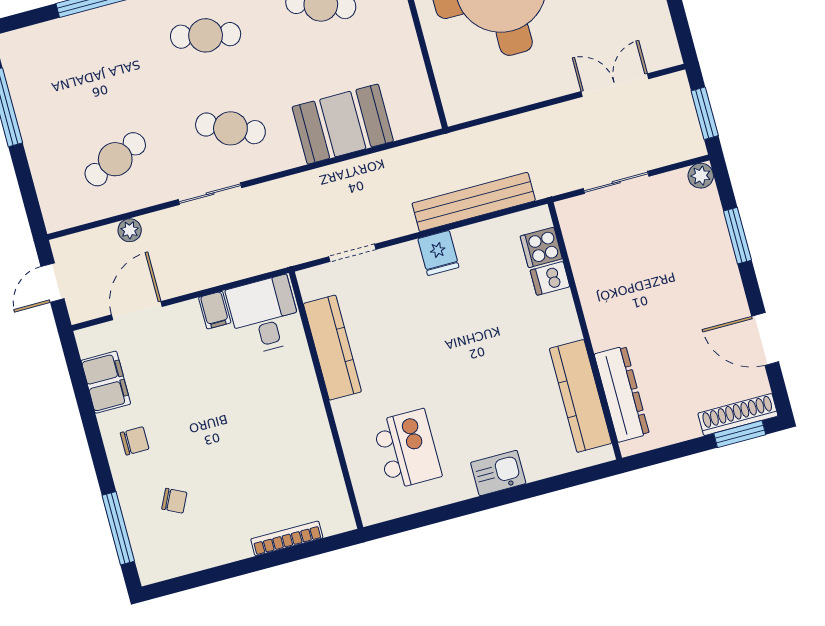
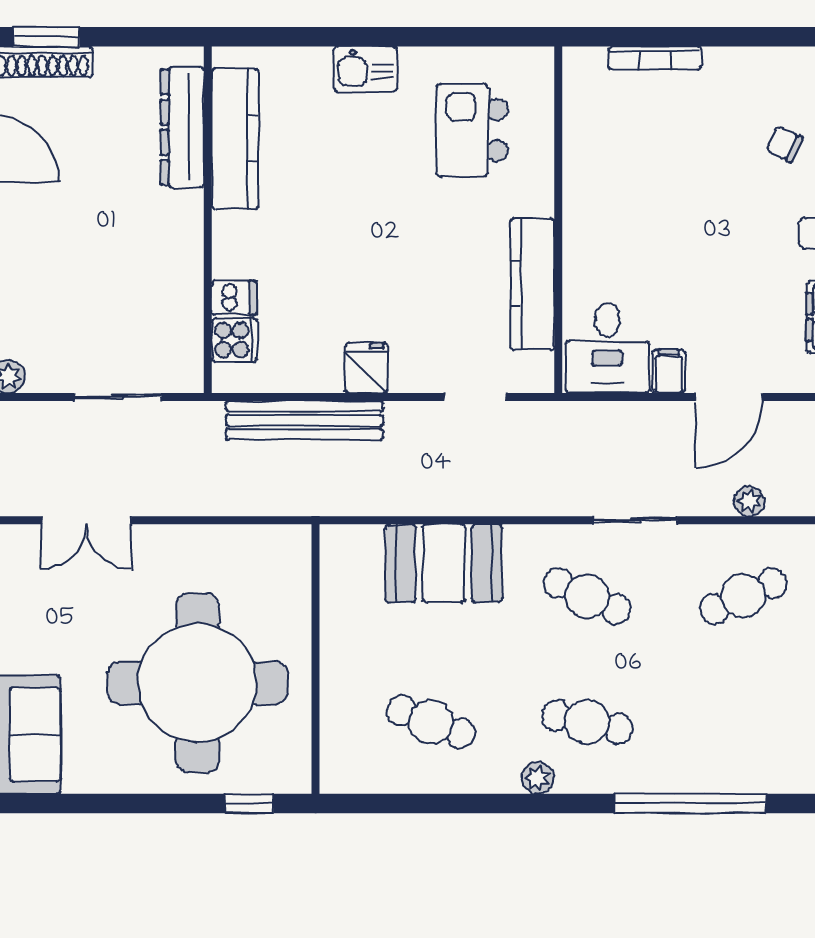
door: (137, 311) -> (729, 397), moved

